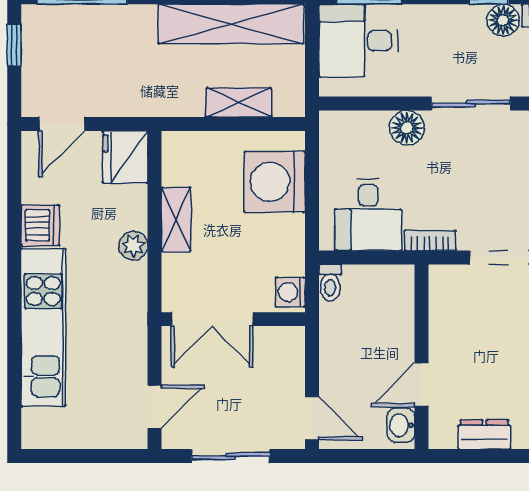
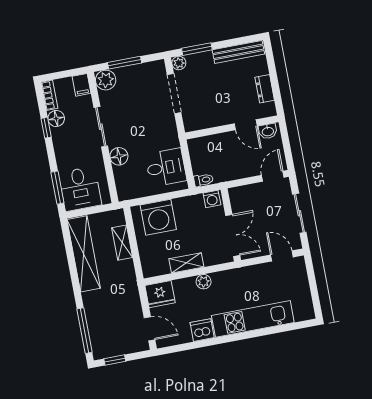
bookcase: (430, 240) -> (173, 134), removed

